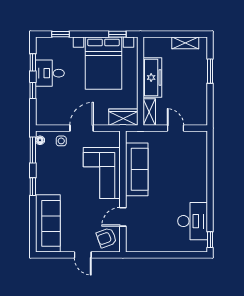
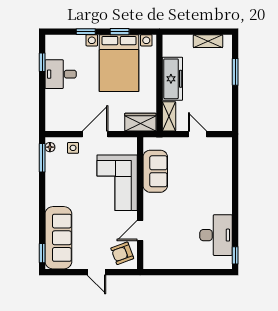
window: (60, 34) -> (86, 32), moved
window: (117, 34) -> (120, 32), moved
window: (33, 91) -> (42, 93), removed
sofa: (137, 169) -> (155, 171), width x0.73
window: (33, 187) -> (42, 253), moved

